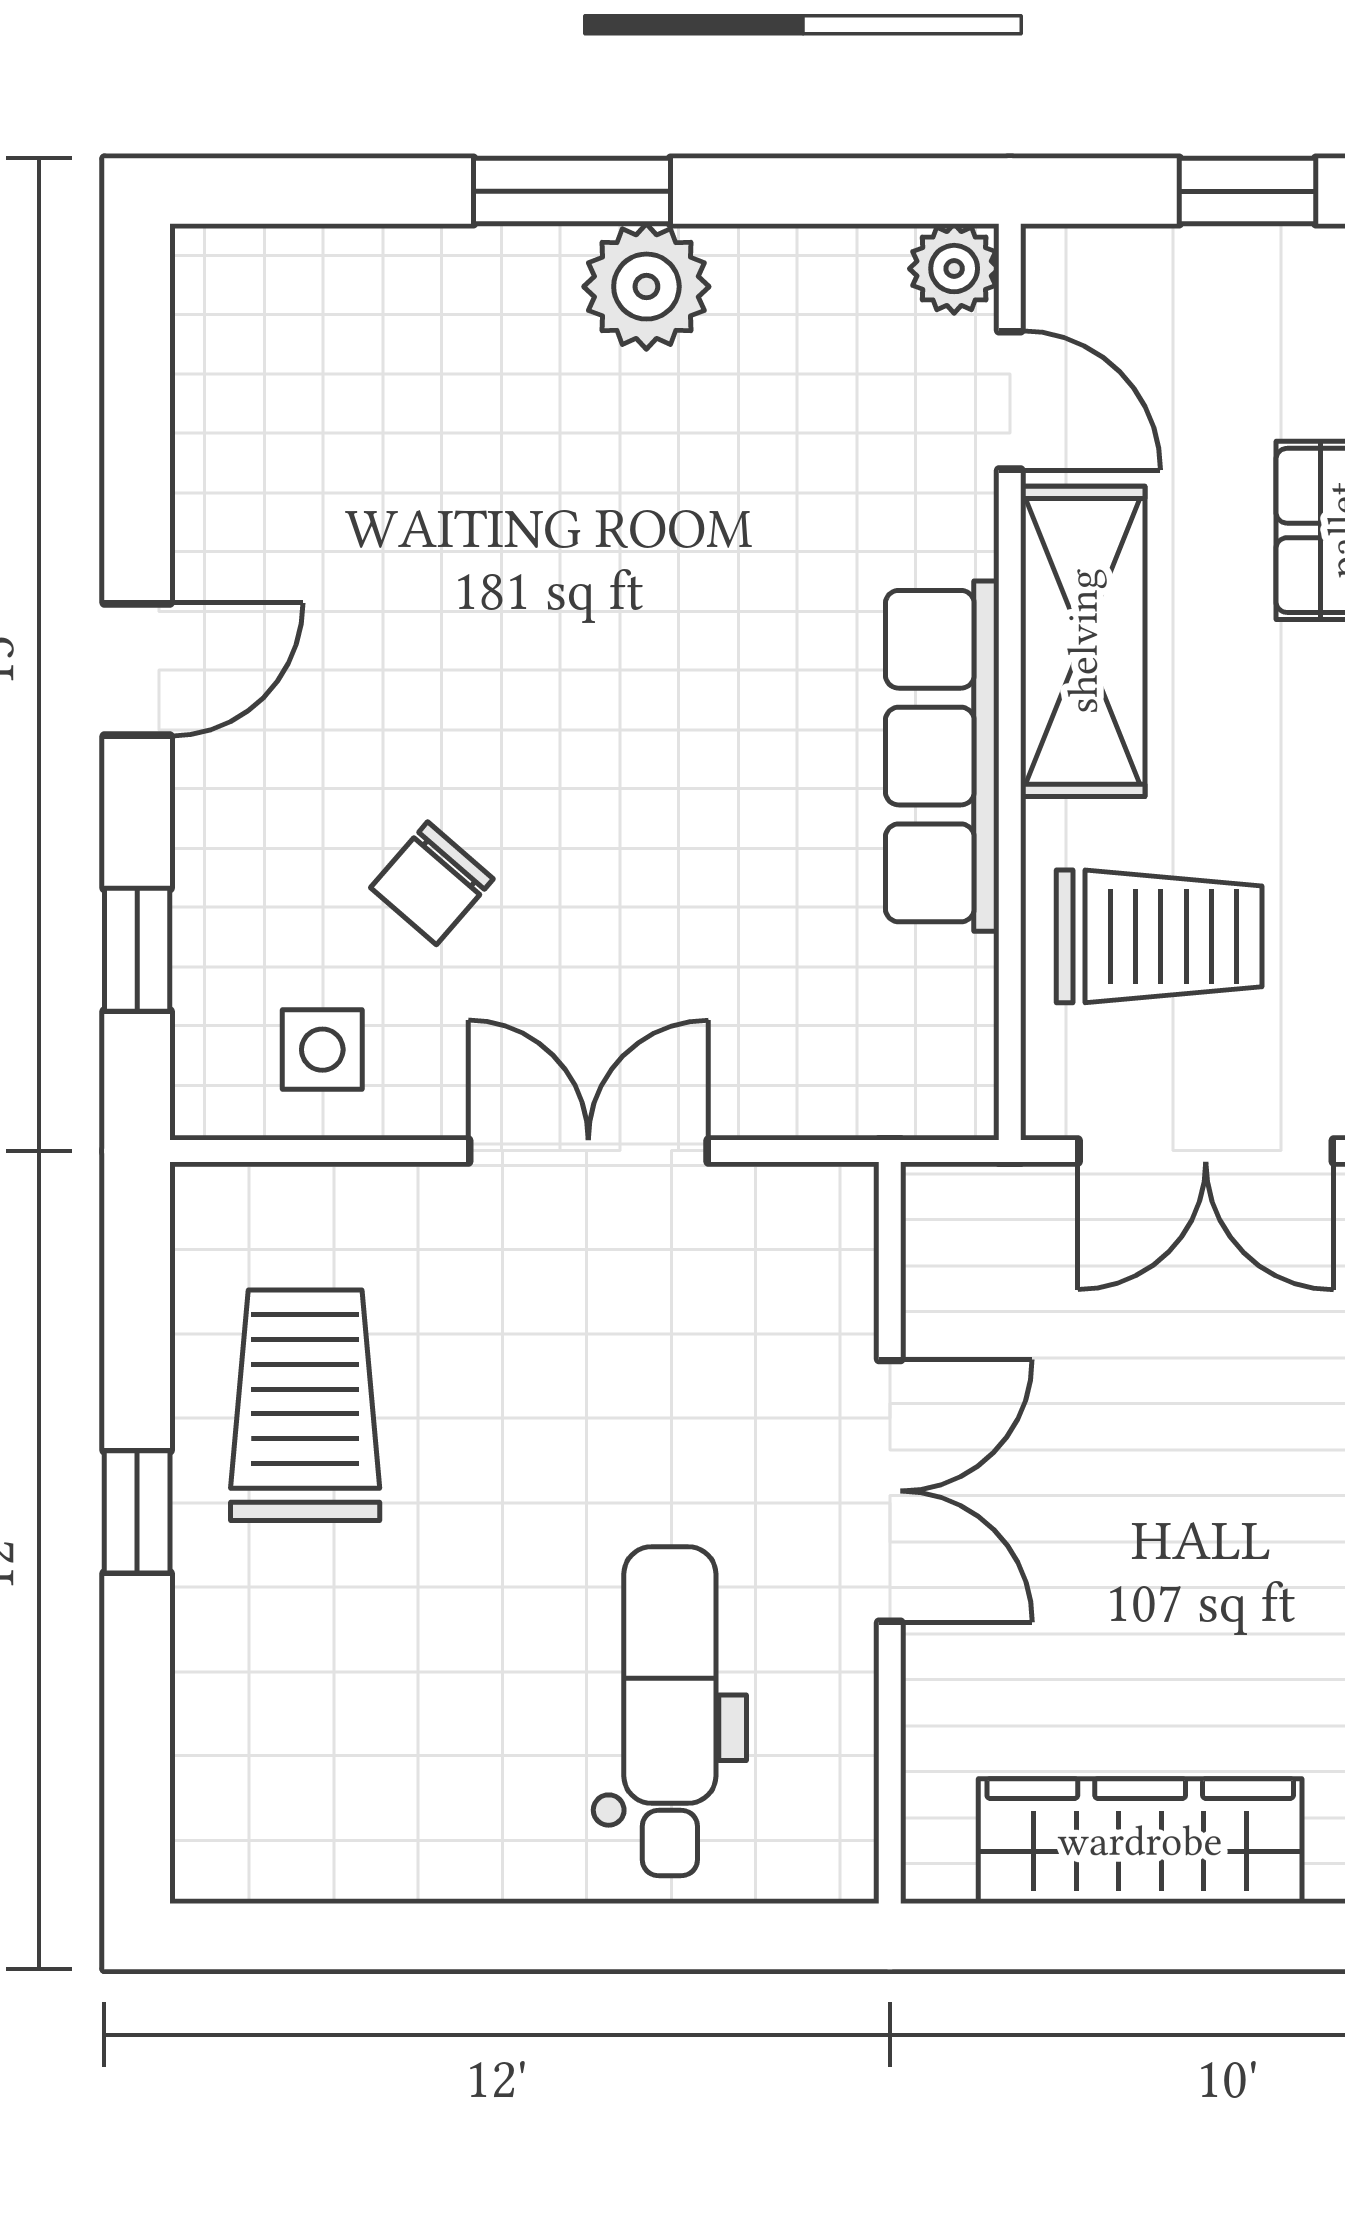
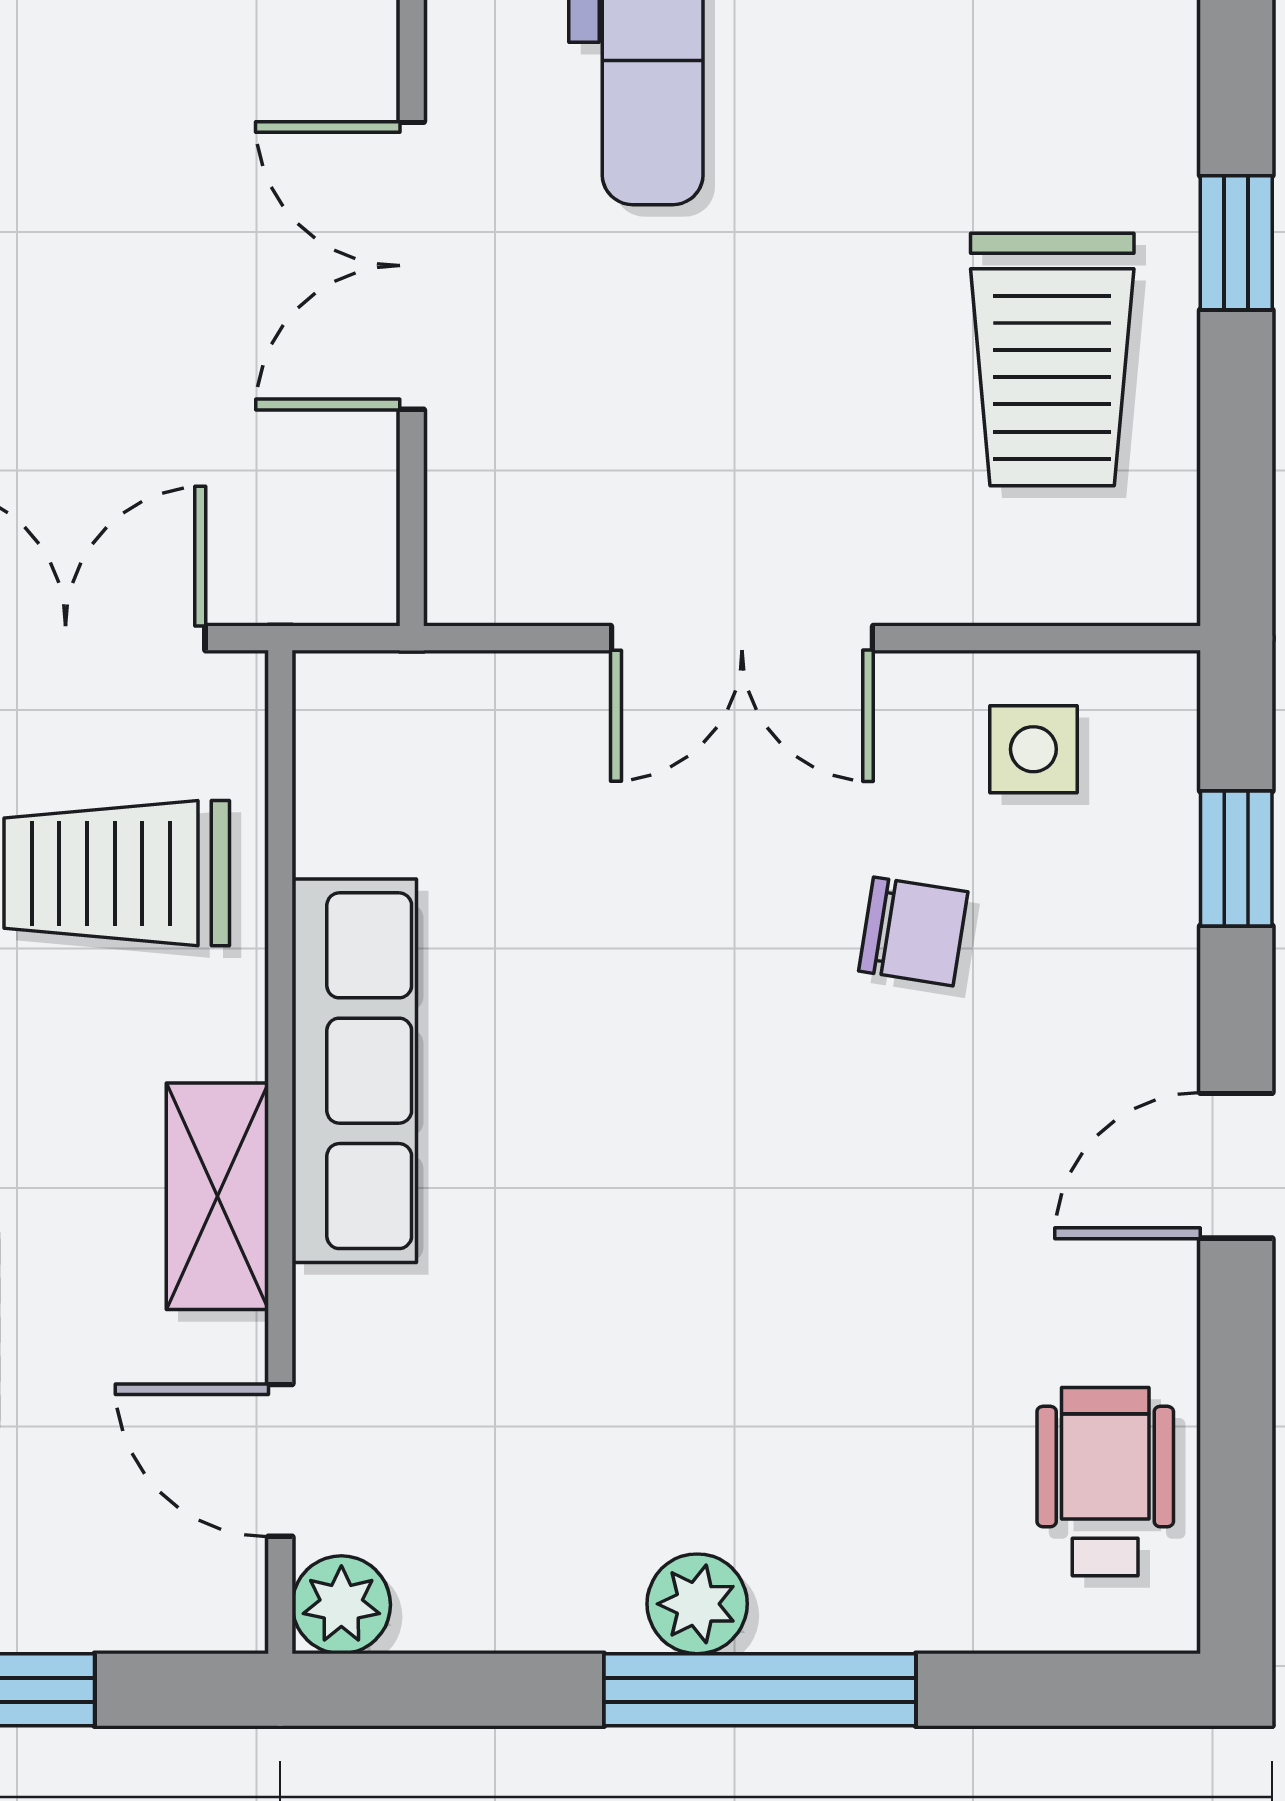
window: (572, 191) -> (760, 1690), width x1.44
plant: (646, 287) -> (697, 1604), width x0.73, depth x0.73
wheelchair: (257, 381) -> (1105, 1482), added
shelving: (1083, 641) -> (217, 1196), width x0.67, depth x0.75
chair: (432, 883) -> (913, 931), turned 58

